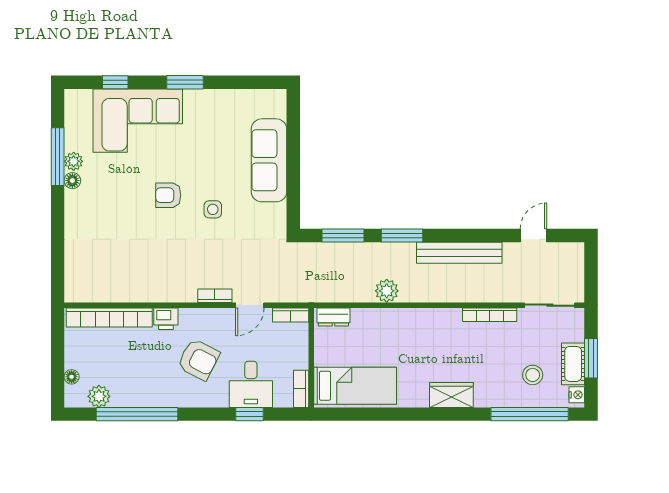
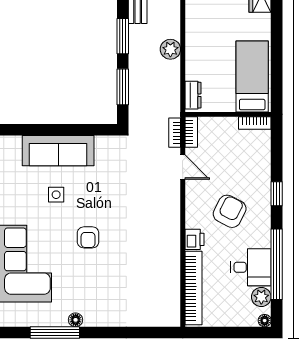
plant: (74, 161) -> (59, 319), removed
side table: (213, 209) -> (56, 195), moved
bookcase: (215, 296) -> (175, 133), moved
floor lamp: (72, 377) -> (265, 321), moved
desk: (251, 384) -> (251, 267), moved
window: (249, 414) -> (277, 194), moved

